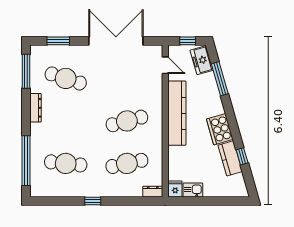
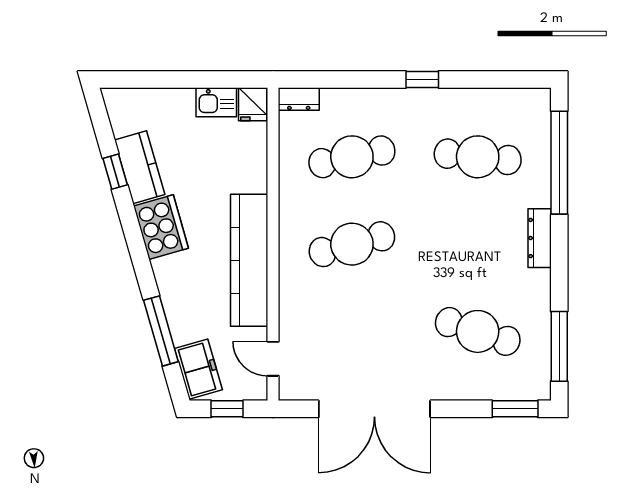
window: (58, 41) -> (515, 409), moved
dresser: (36, 108) -> (540, 238), moved

